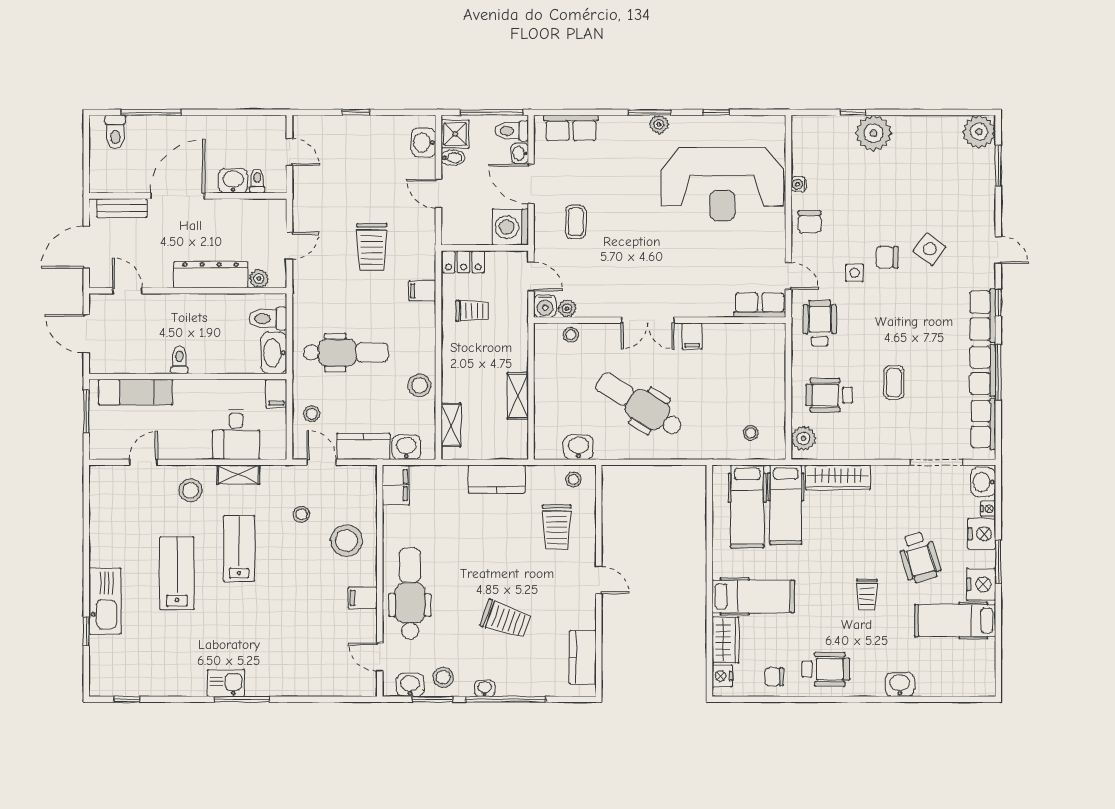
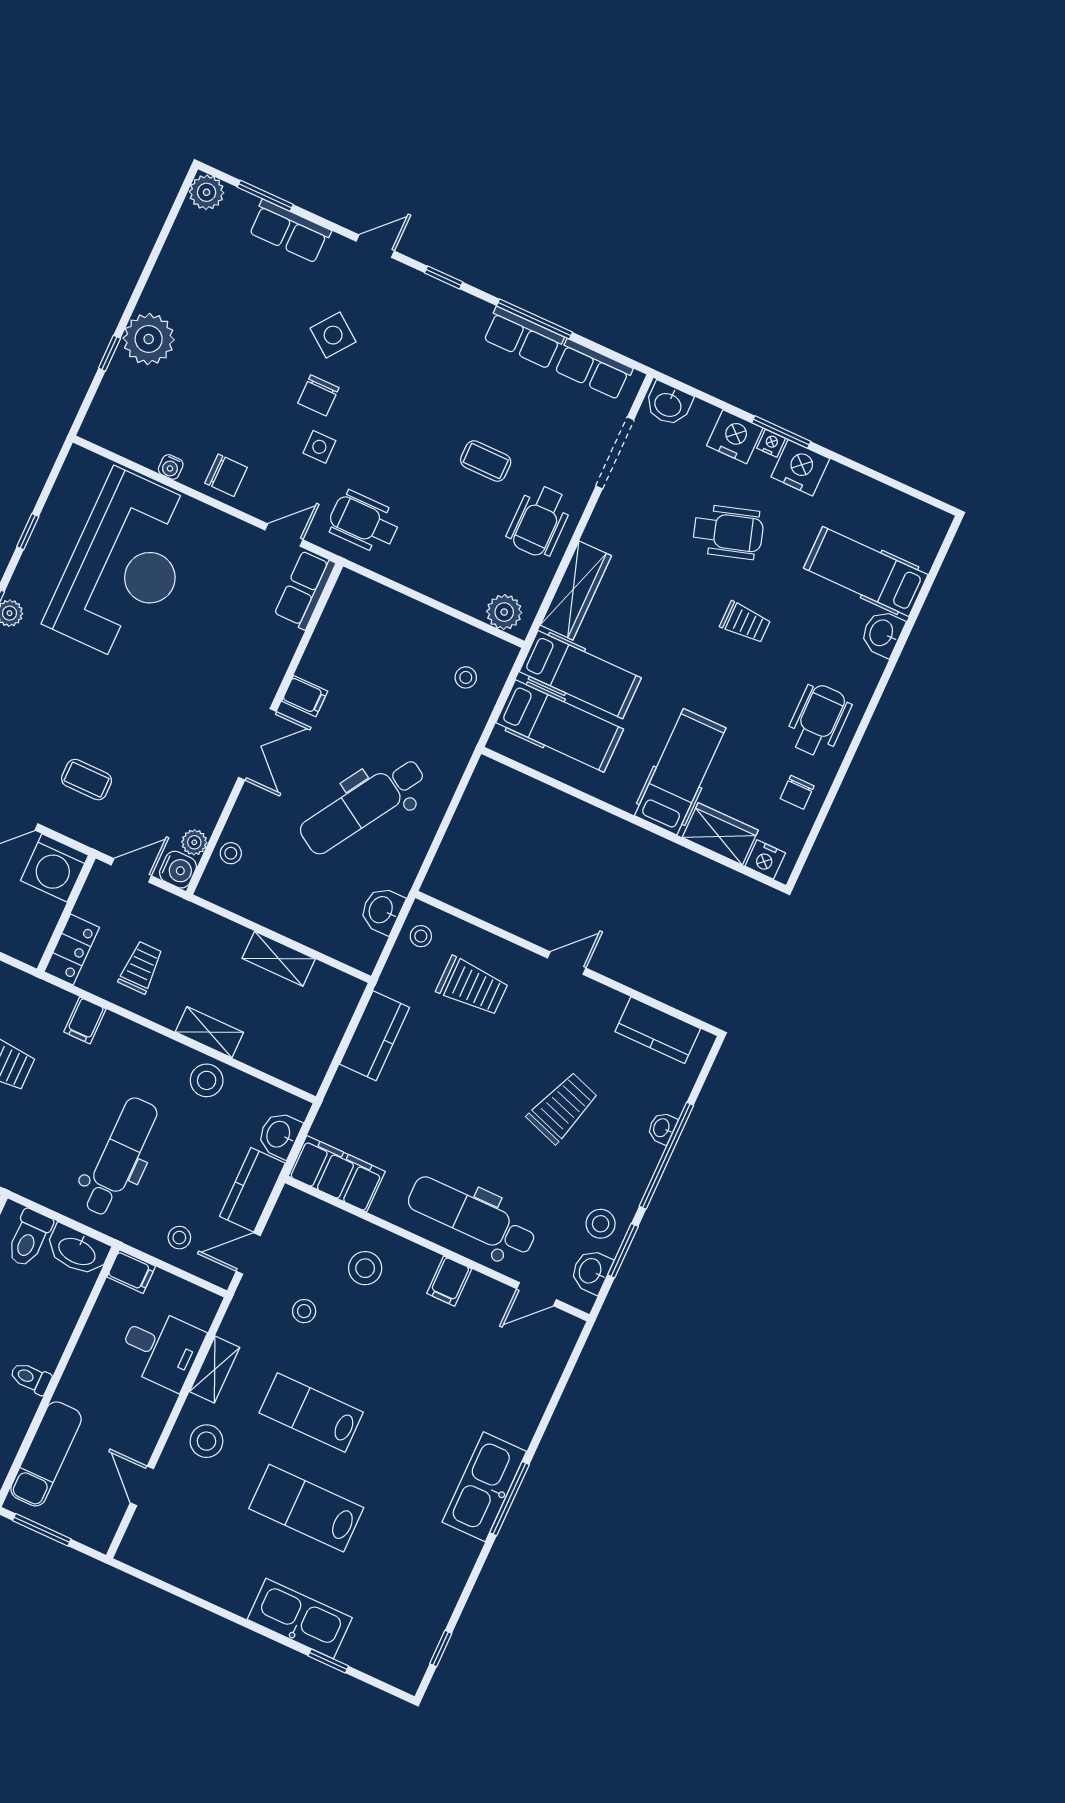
plant: (979, 132) -> (207, 192), width x0.73, depth x0.73
row of seats: (983, 316) -> (290, 231), moved
wheelchair: (829, 395) -> (539, 521), moved
shelving: (451, 425) -> (209, 1032), moved
filing cabinet: (396, 485) -> (337, 1174), width x1.50, depth x1.17
nightstand: (988, 509) -> (771, 443), moved
stool: (346, 541) -> (365, 1268), width x0.73, depth x0.73
hospital bed: (955, 621) -> (866, 571), moved, turned 90
kitchen sink: (226, 683) -> (484, 1487), width x1.88, depth x1.24
washbasin: (485, 688) -> (662, 1128), moved

